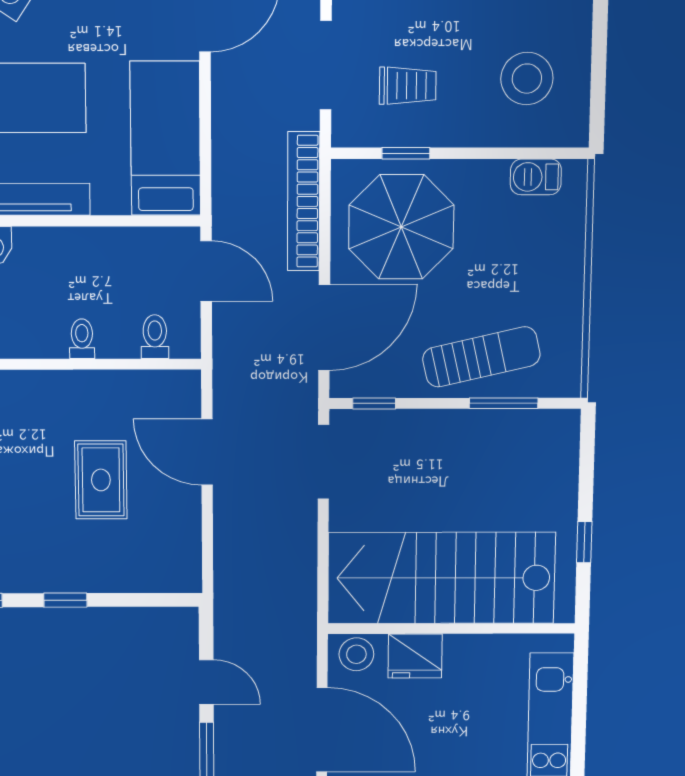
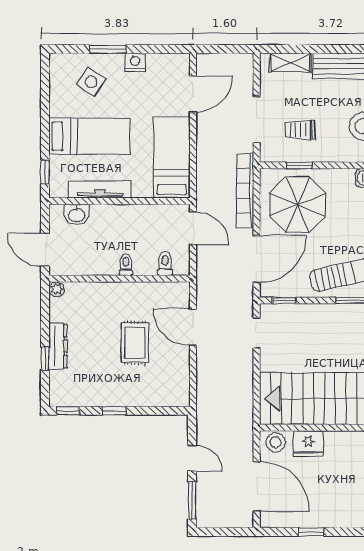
trolley: (408, 86) -> (300, 130), turned 180
doorway: (323, 462) -> (257, 333), width x0.73

